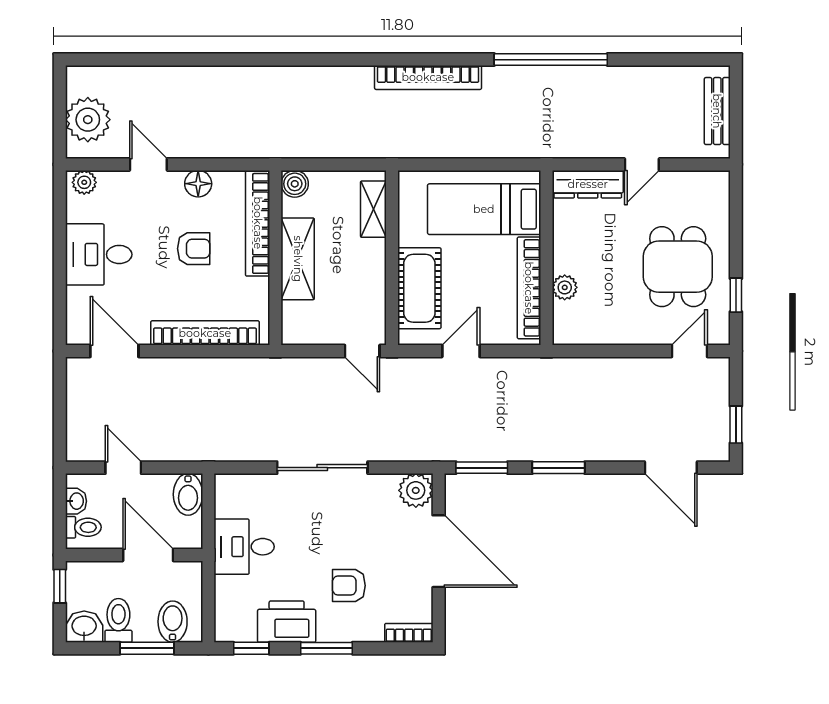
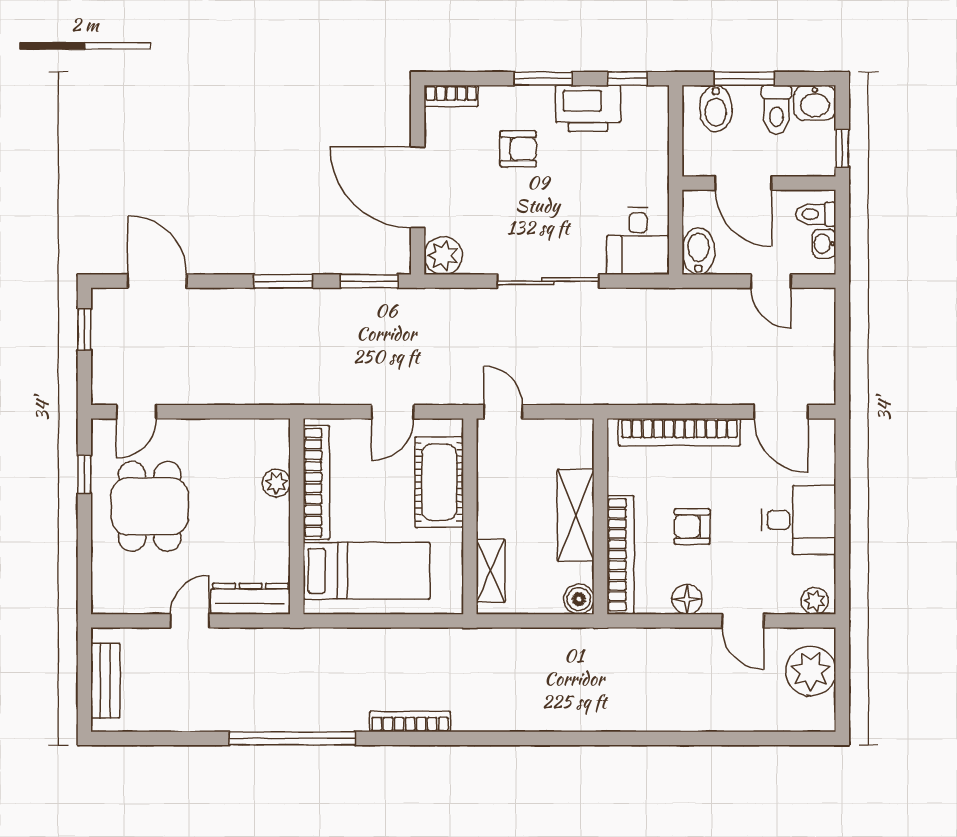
bookcase: (428, 77) -> (410, 722), width x0.68, depth x0.76
desk: (244, 547) -> (638, 241), moved, turned 90

